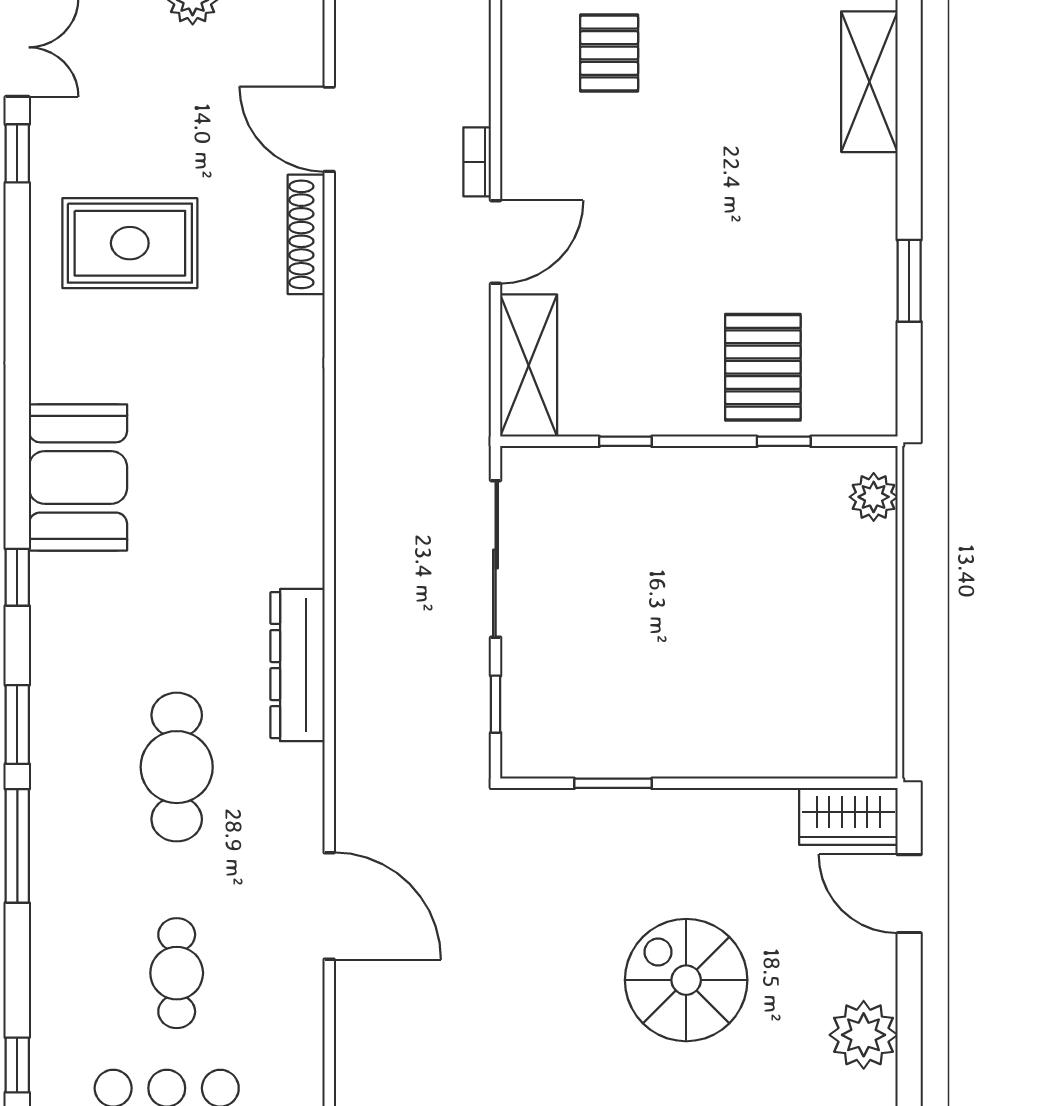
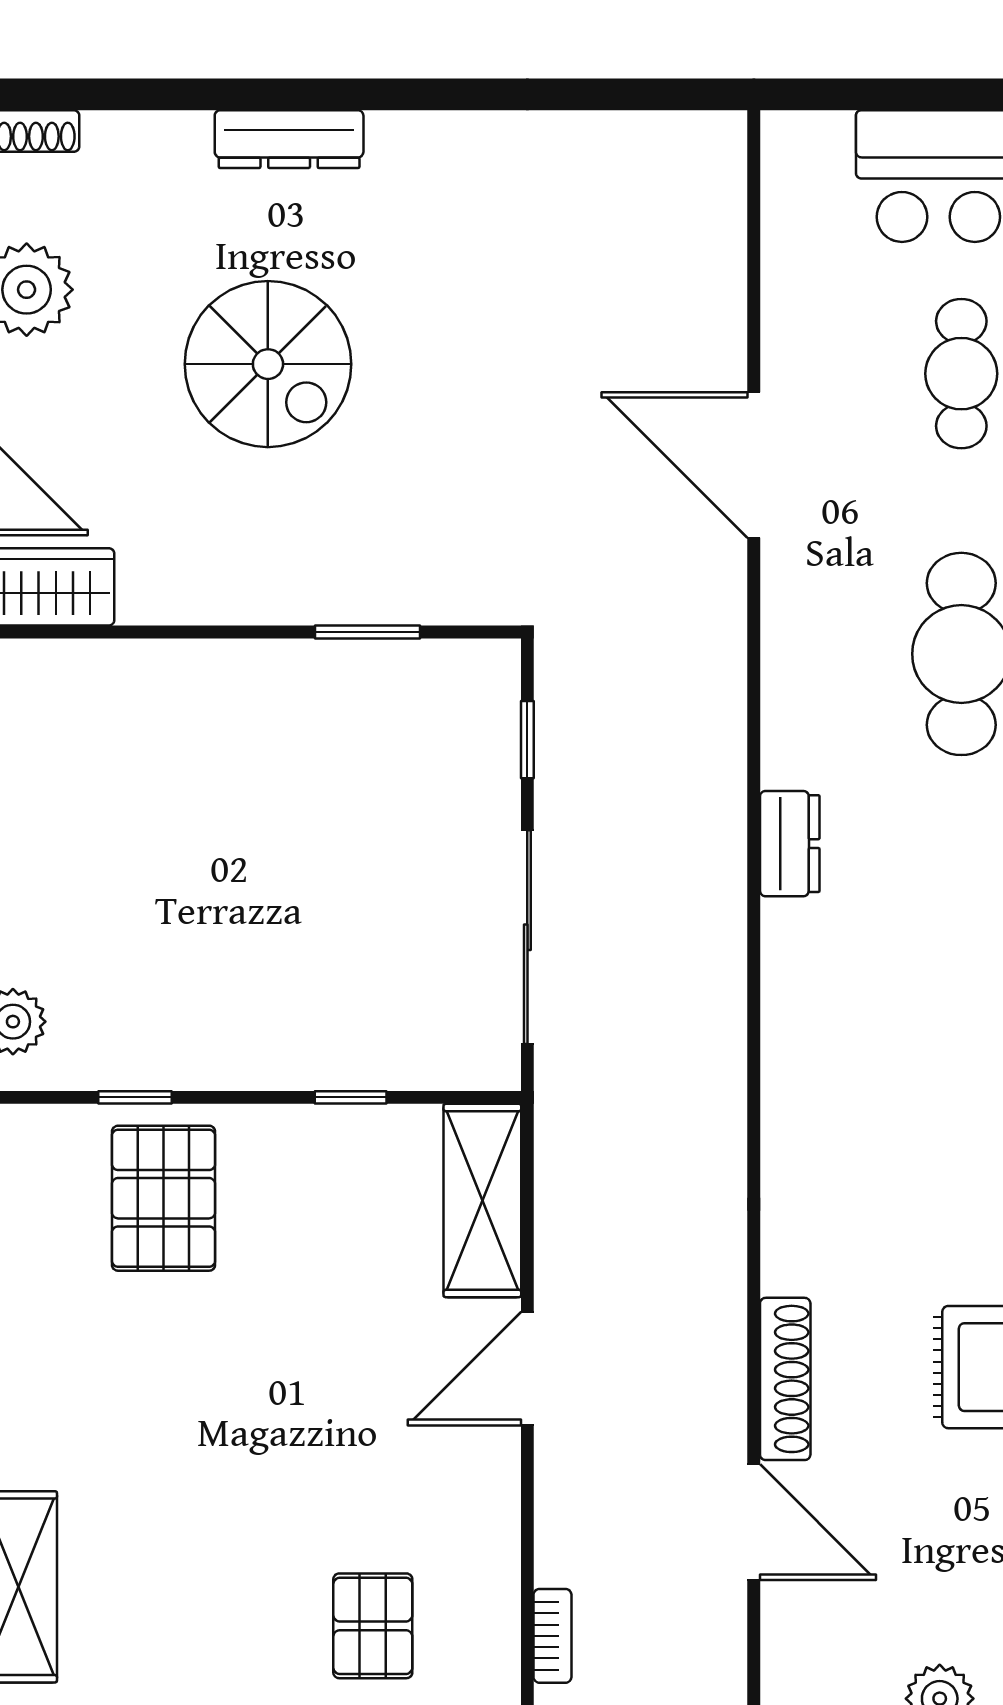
bookcase: (477, 162) -> (552, 1636), moved
dresser: (297, 665) -> (790, 844), width x0.51, depth x0.80

